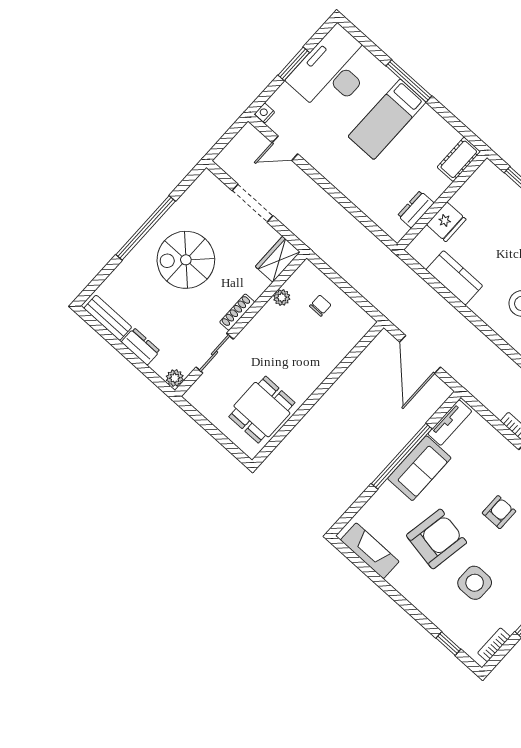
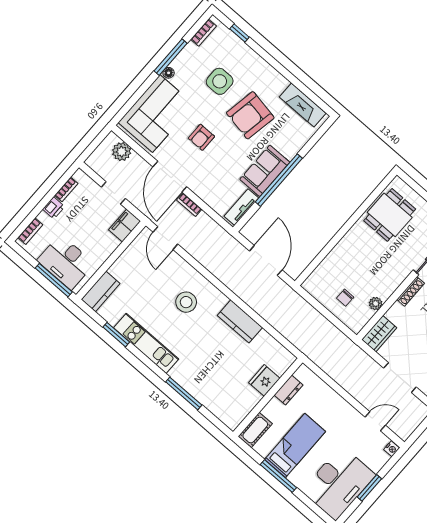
cot: (459, 159) -> (255, 430), moved
wall: (442, 201) -> (268, 397), moved
dresser: (416, 209) -> (289, 390), moved
fridge: (446, 222) -> (264, 380), moved

